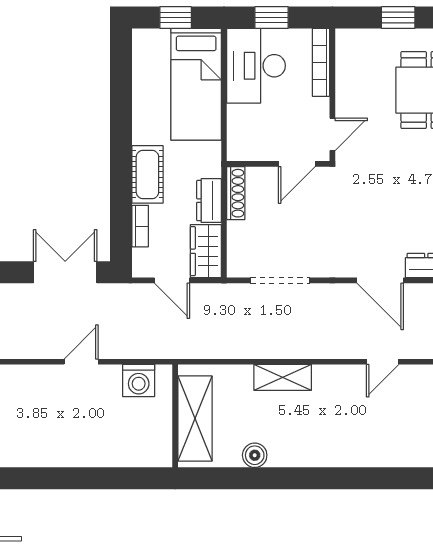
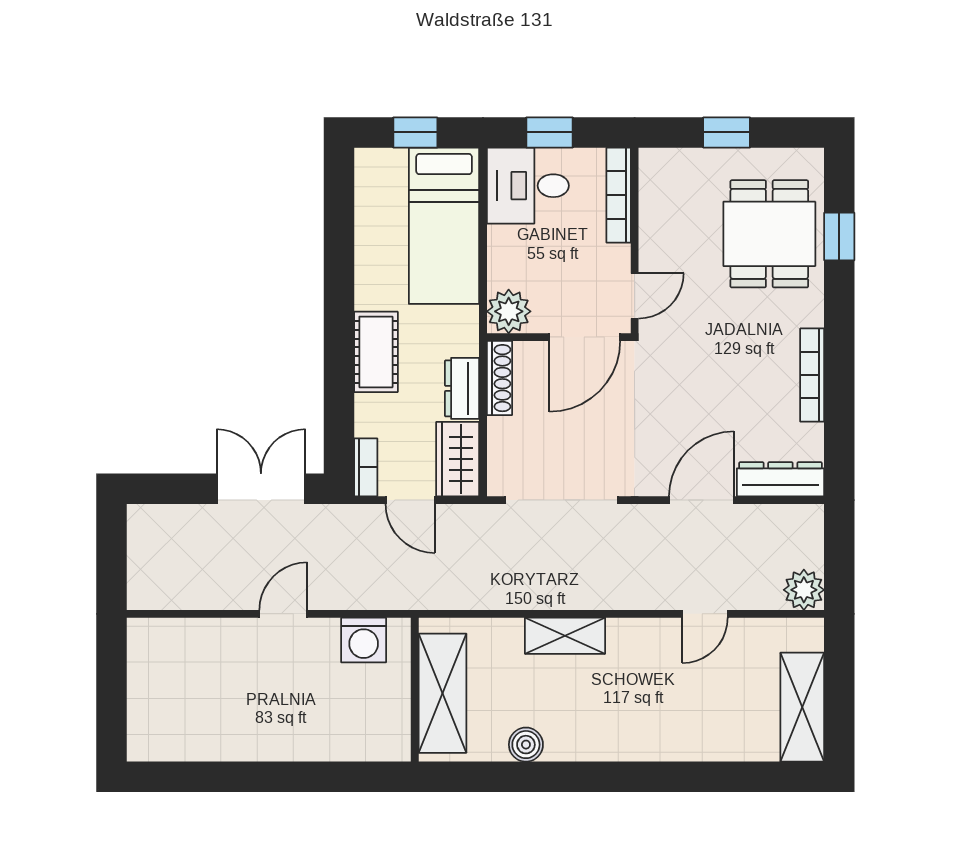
desk: (256, 66) -> (528, 186), width x0.73
plant: (242, 145) -> (509, 311), added
door: (297, 164) -> (585, 337), width x1.38
bookcase: (140, 226) -> (366, 467), moved
doorway: (280, 280) -> (561, 500), width x1.36
door: (380, 280) -> (701, 500), swing flipped

